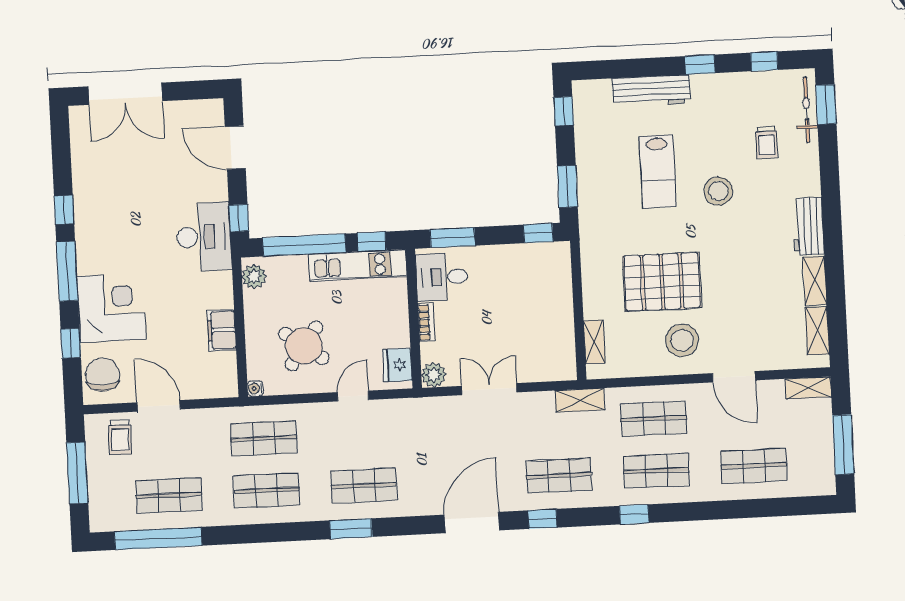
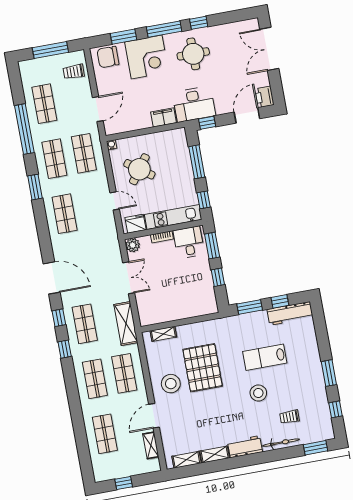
window: (700, 65) -> (329, 373), width x1.50
workbench: (651, 91) -> (290, 313), moved, turned -90
bicycle: (807, 110) -> (281, 443), moved
window: (564, 111) -> (280, 301), moved
printer: (207, 113) -> (264, 97), added
round table: (117, 226) -> (193, 54), added
window: (538, 233) -> (218, 277), moved
window: (304, 245) -> (197, 162), width x0.68
kitchen unit: (358, 265) -> (173, 217), moved, turned 90
plant: (254, 276) -> (175, 136), removed
filing cabinet: (222, 330) -> (164, 117), moved
window: (71, 343) -> (123, 37), width x1.50
chair: (103, 375) -> (108, 57), turned 180
shelving: (808, 388) -> (151, 445), moved
shelving: (580, 400) -> (126, 324), width x1.50, depth x1.33
door: (159, 406) -> (98, 109), moved
window: (843, 445) -> (124, 483), width x0.46
window: (634, 514) -> (65, 349), moved
window: (351, 529) -> (35, 187), moved
window: (158, 538) -> (24, 129), moved

